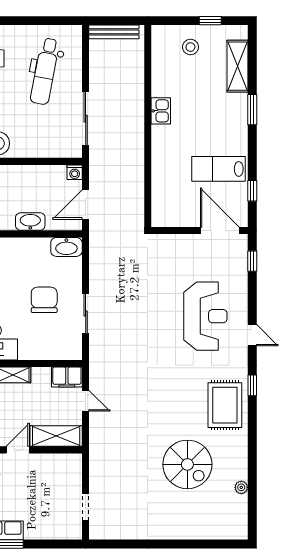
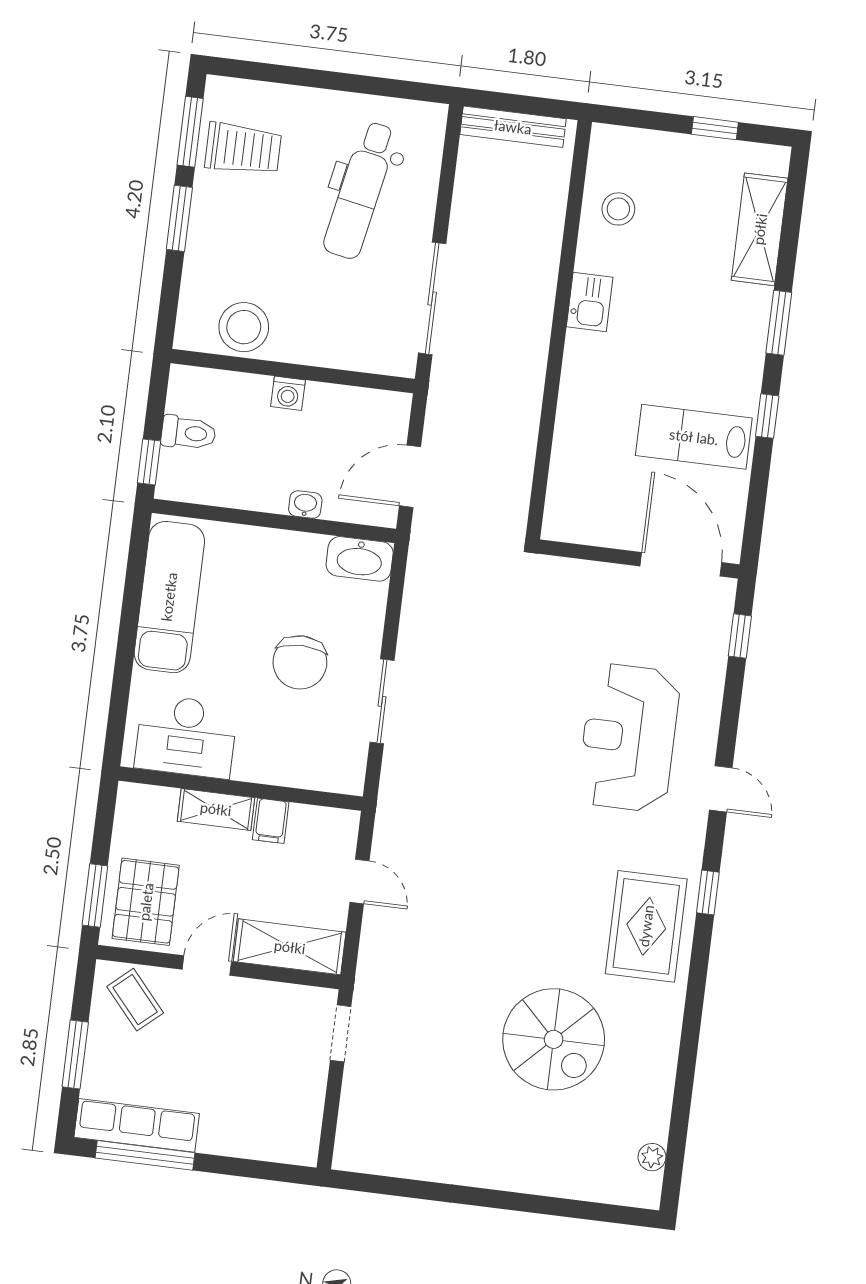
stool: (190, 47) -> (618, 209), moved
washing machine: (75, 172) -> (288, 393), moved
window: (252, 191) -> (767, 416), moved
washbasin: (30, 222) -> (305, 505), width x0.52, depth x0.69
chair: (44, 300) -> (300, 662), turned 180
reception desk: (205, 316) -> (629, 738), turned 180
filing cabinet: (67, 377) -> (271, 821), moved, width x0.50
plant: (241, 487) -> (652, 1157), moved
doorway: (86, 507) -> (341, 1033), moved

